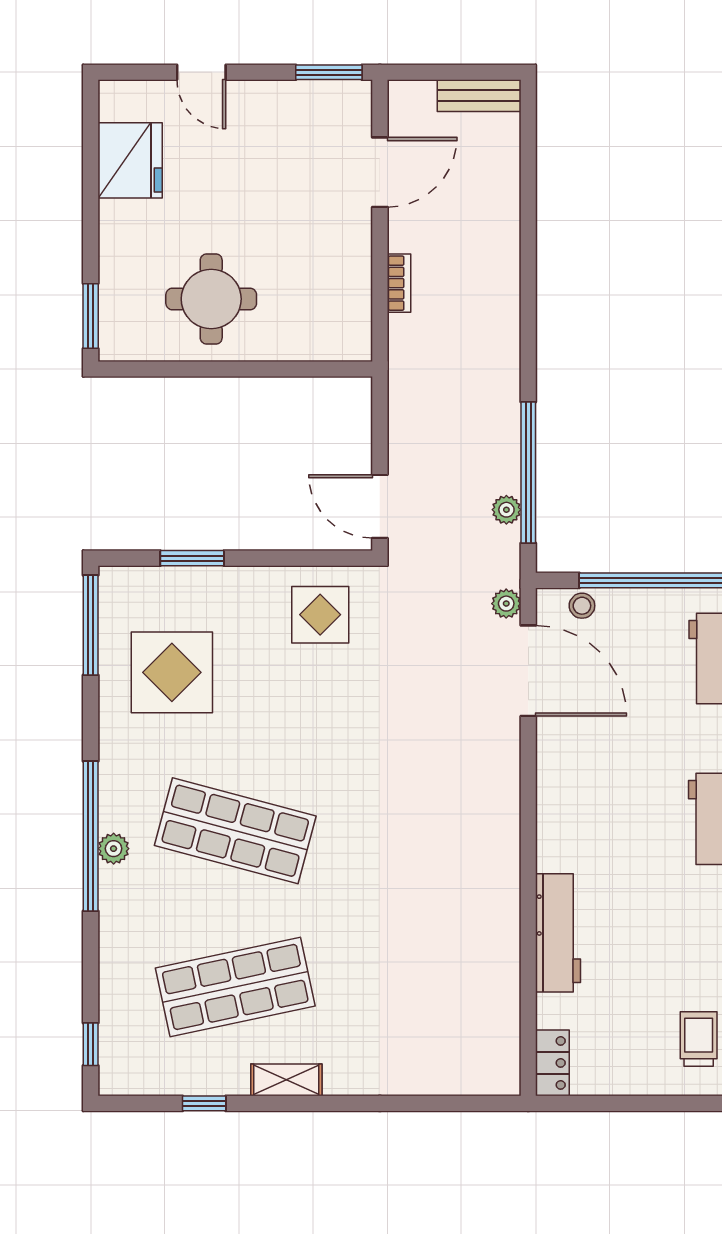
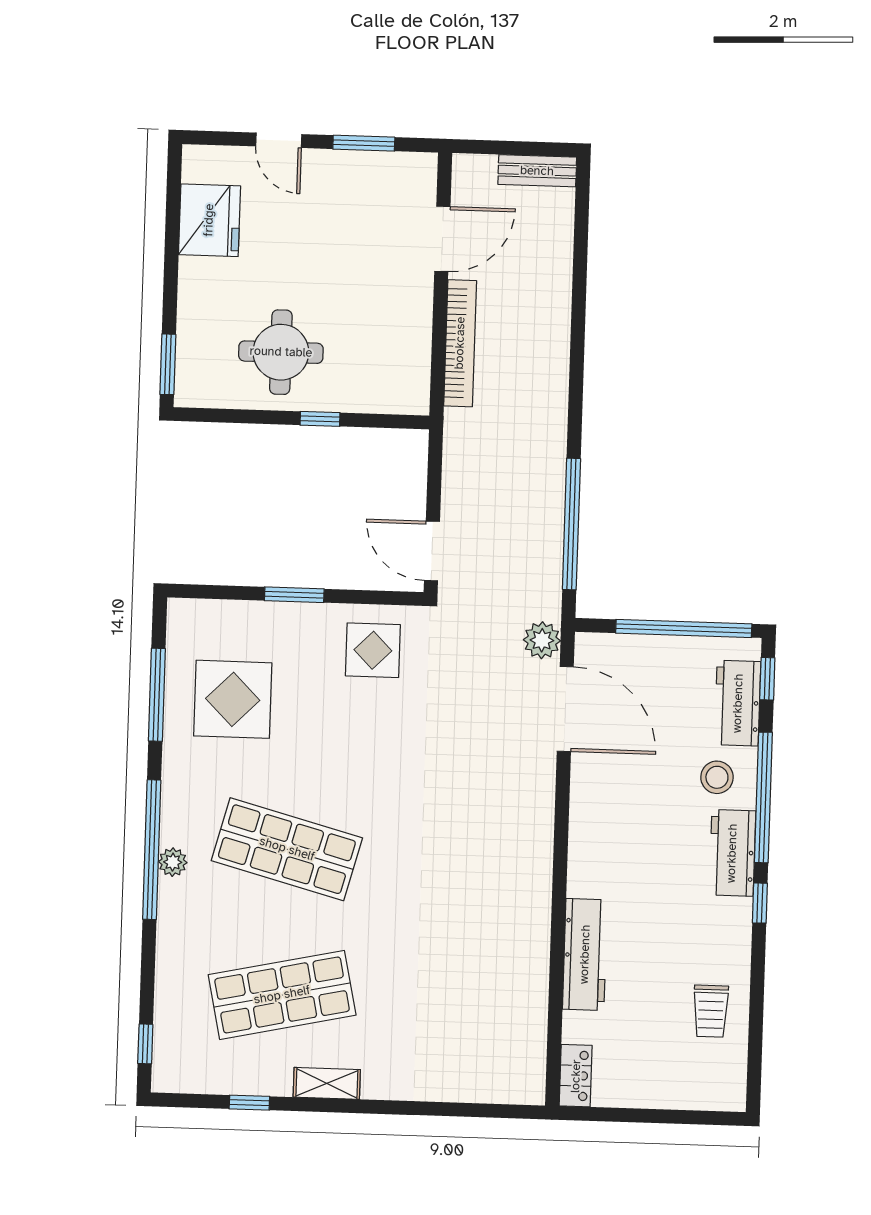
window: (329, 72) -> (364, 143), moved
bookcase: (399, 283) -> (460, 343), width x2.31, depth x1.31
window: (255, 369) -> (320, 419), added
plant: (506, 510) -> (550, 558), removed
window: (192, 558) -> (294, 595), moved
plant: (506, 604) -> (542, 640), width x1.38, depth x1.38
stool: (582, 606) -> (717, 777), moved, width x1.37, depth x1.37
window: (91, 625) -> (157, 695), moved
trolley: (699, 1039) -> (711, 1011), moved, turned 180

